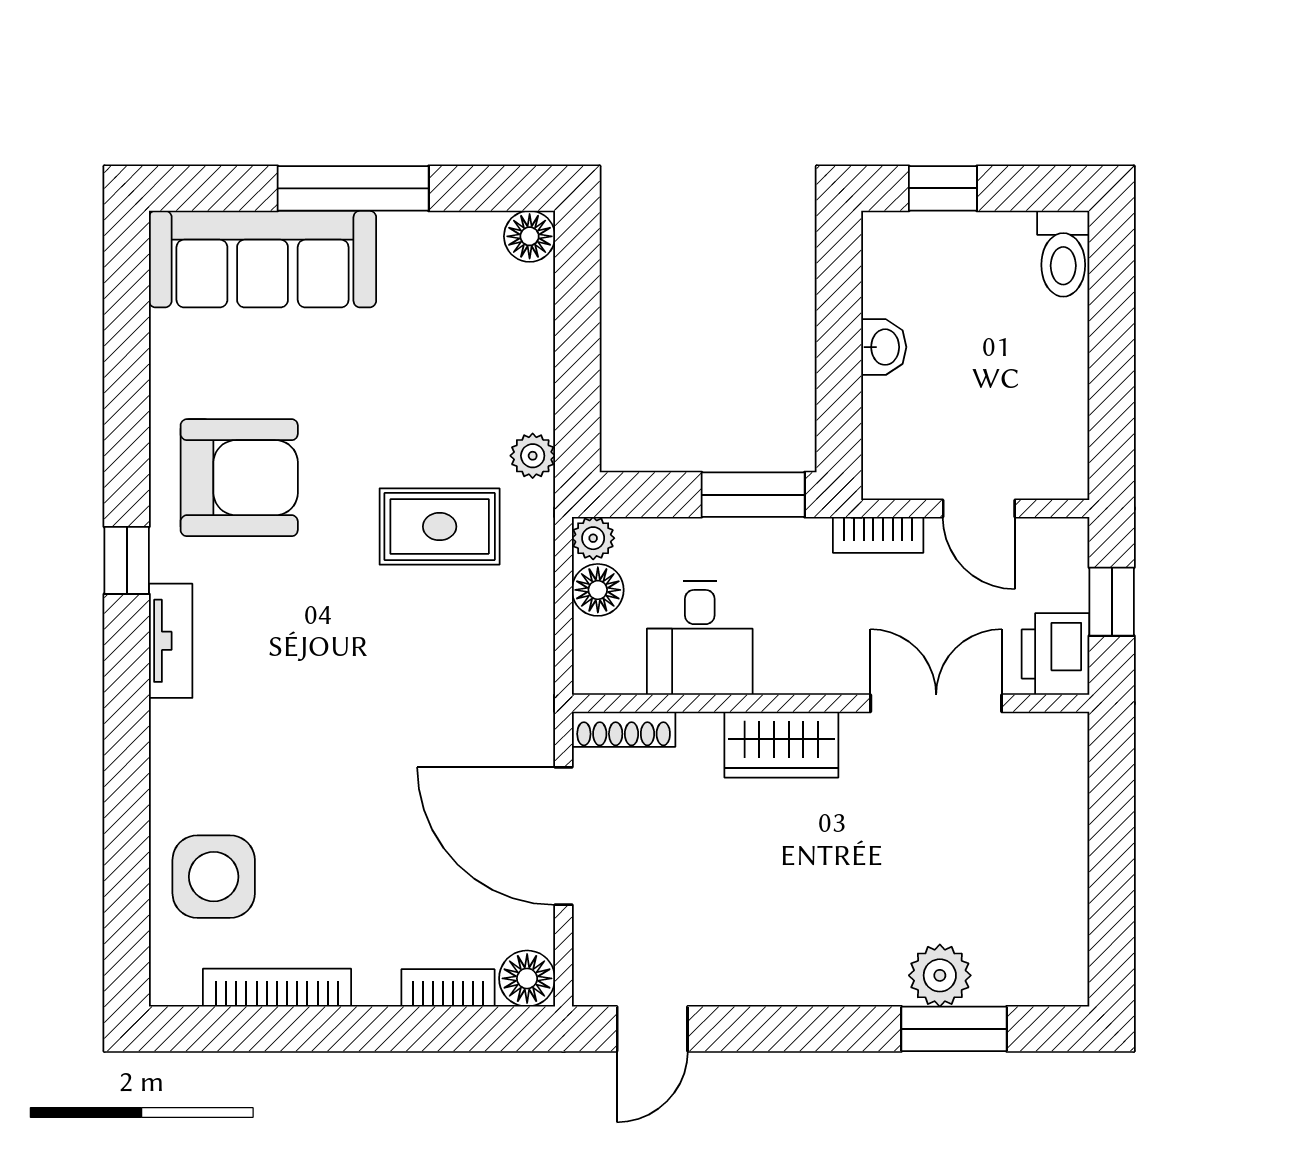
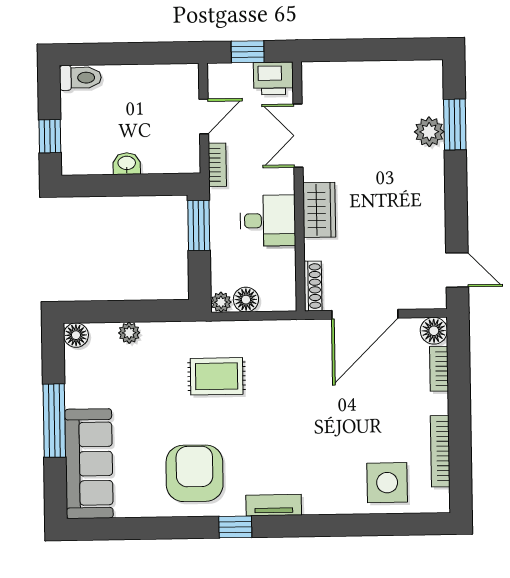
plant: (533, 456) -> (129, 333), moved
rug: (440, 527) -> (217, 376), turned 90
desk: (700, 638) -> (268, 221), moved

